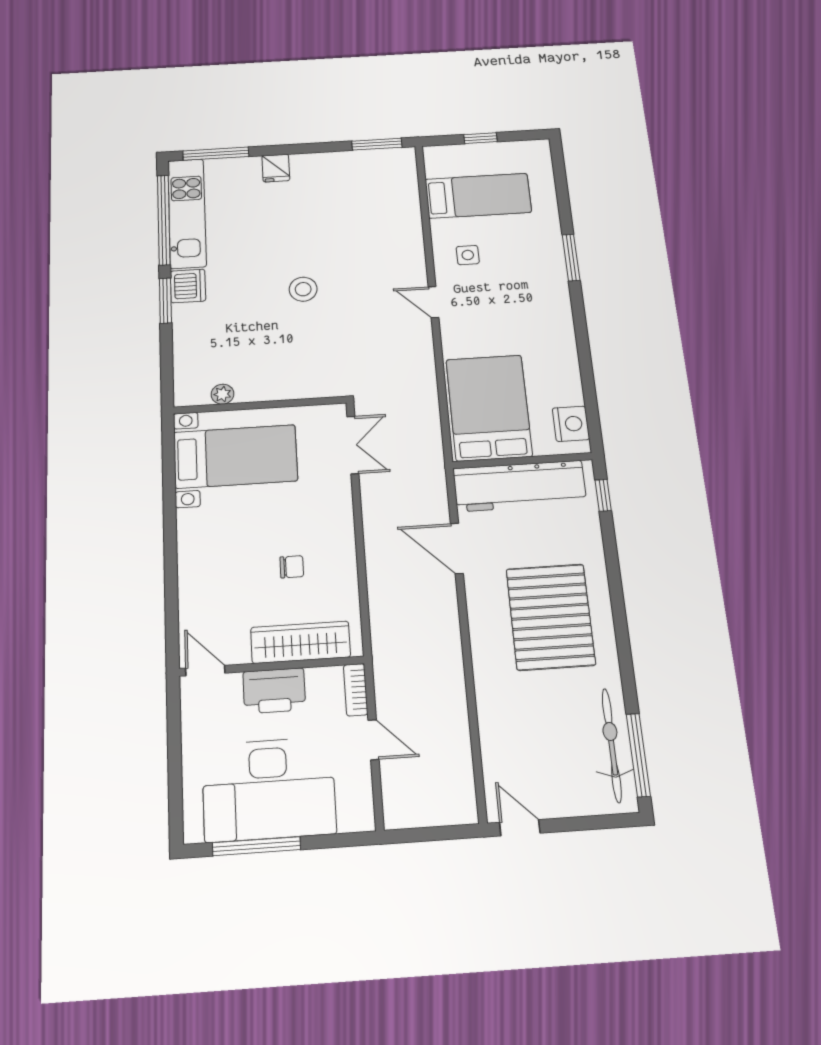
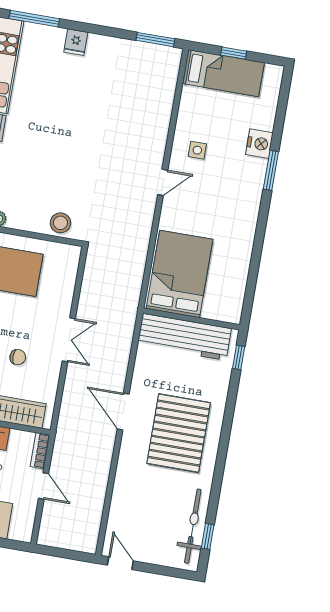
bed: (478, 196) -> (223, 73), moved
stool: (303, 289) -> (60, 223), moved
door: (433, 302) -> (163, 182), swing flipped
nightstand: (571, 424) -> (259, 144), moved
double door: (353, 445) -> (69, 340), moved
door: (457, 548) -> (123, 412), moved
window: (638, 755) -> (208, 536), width x0.46

